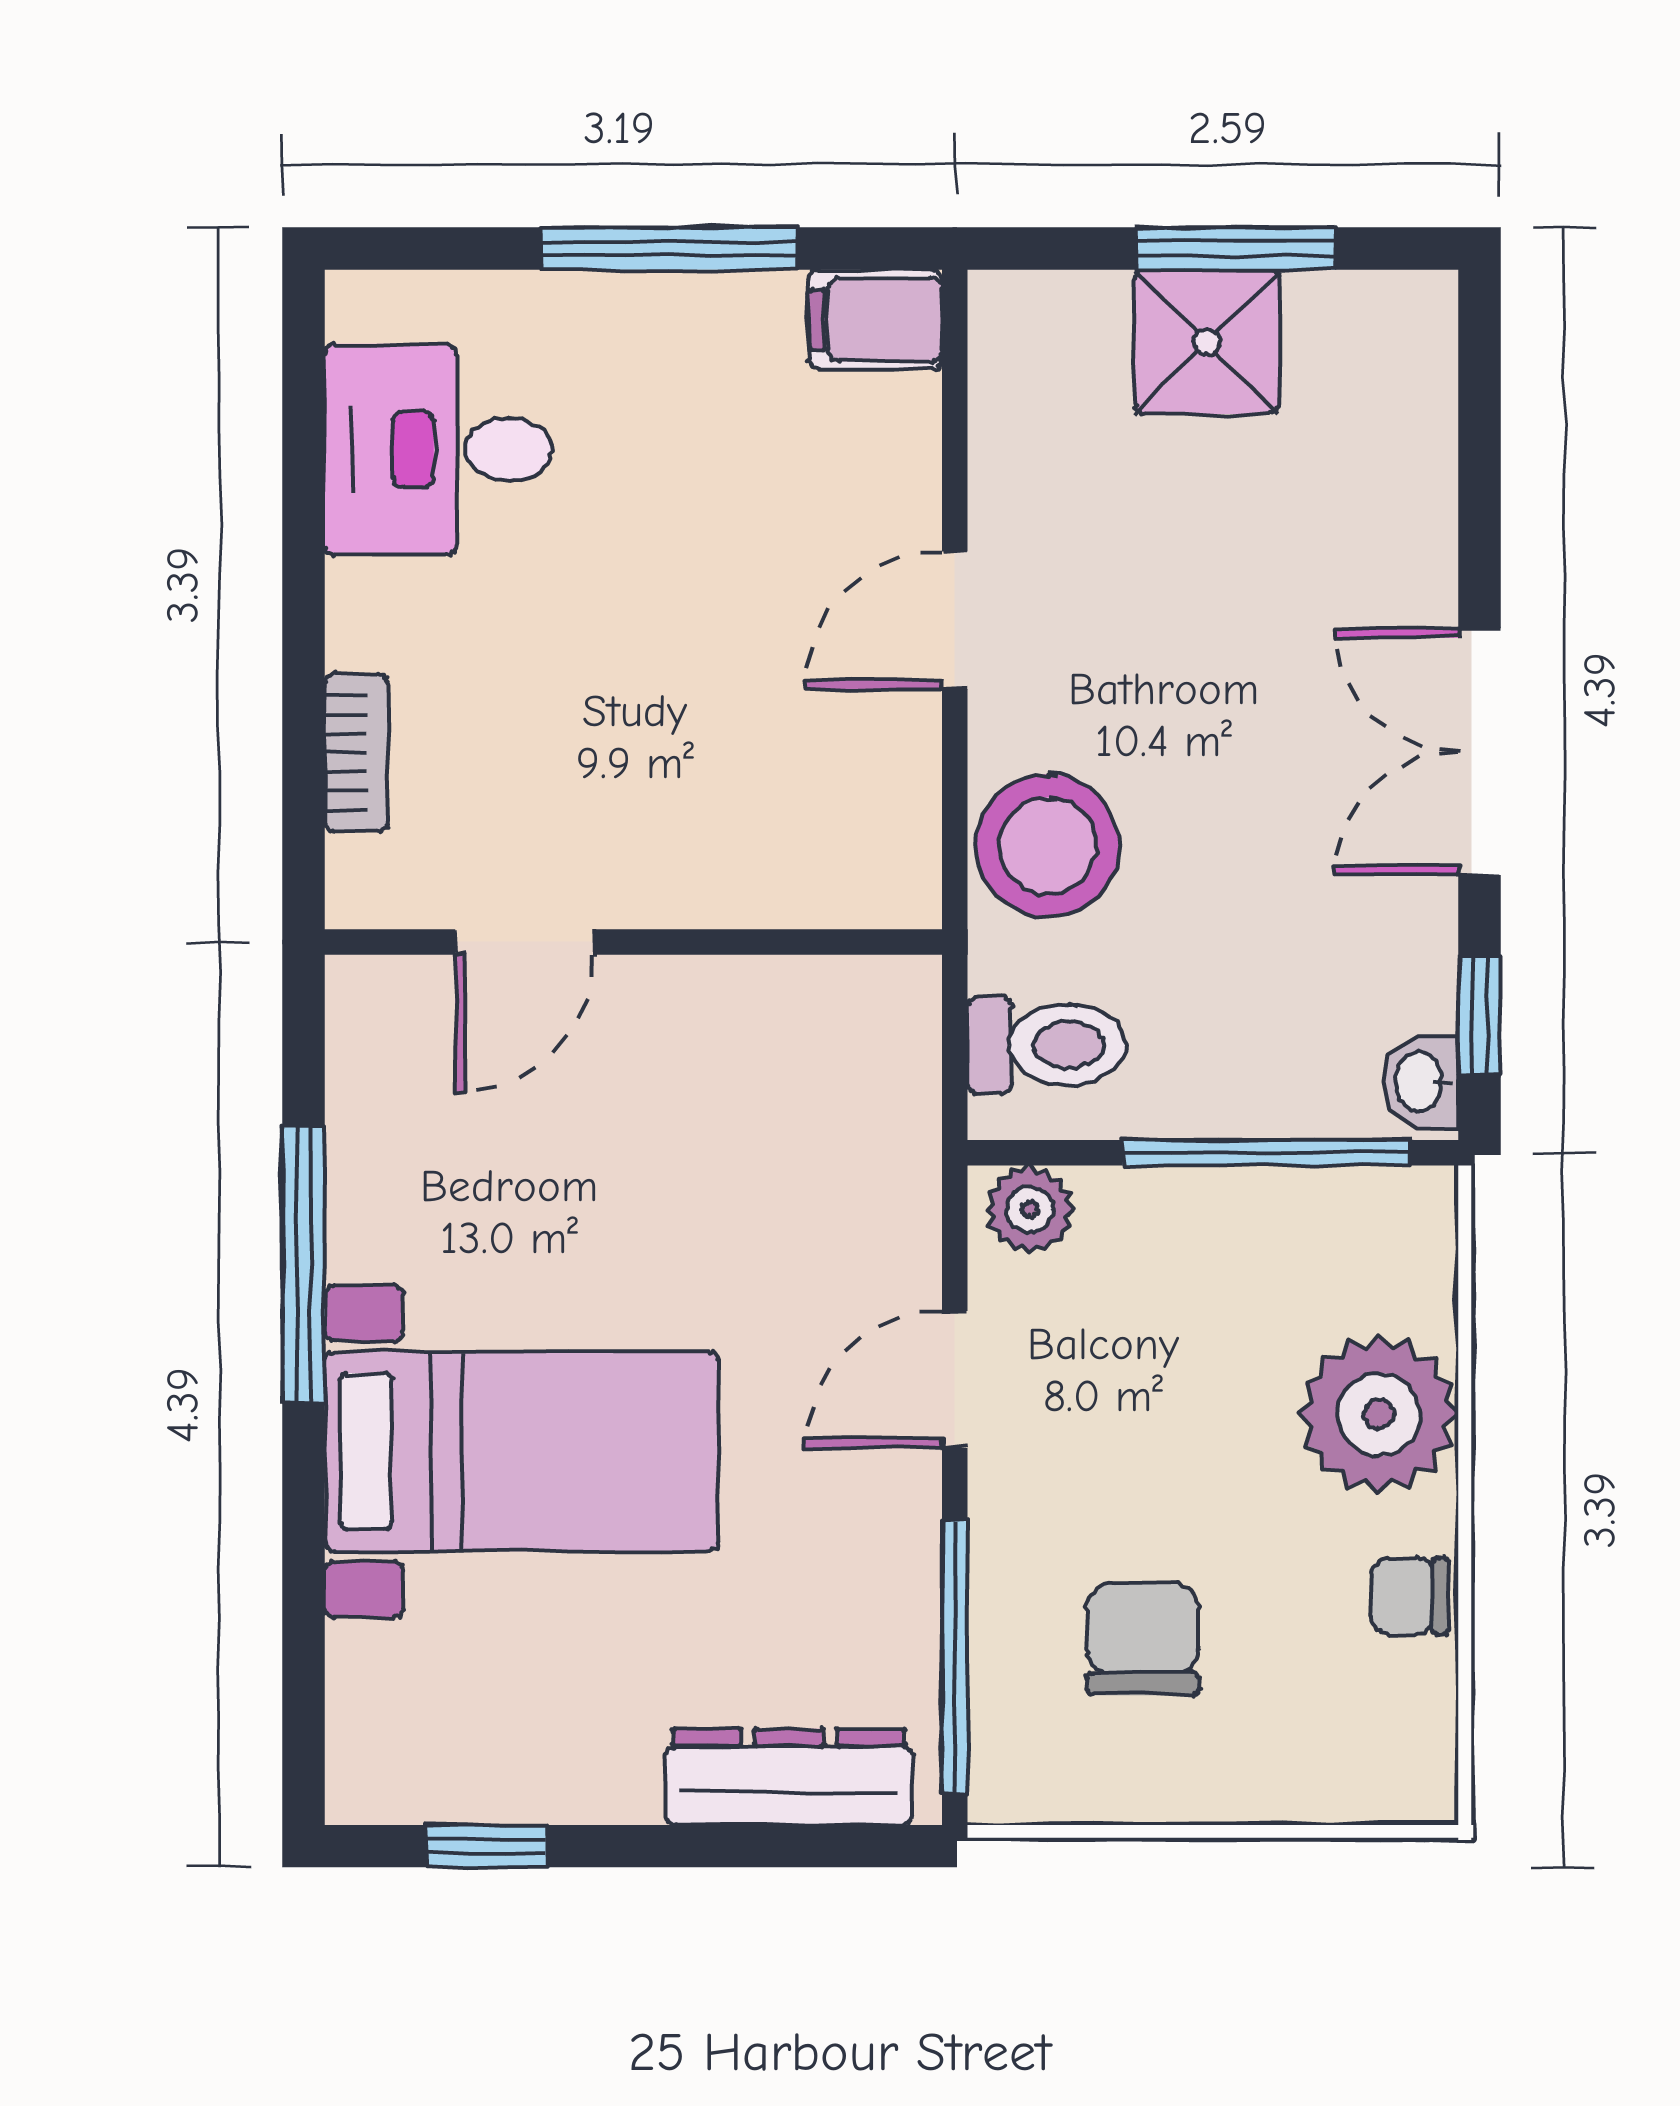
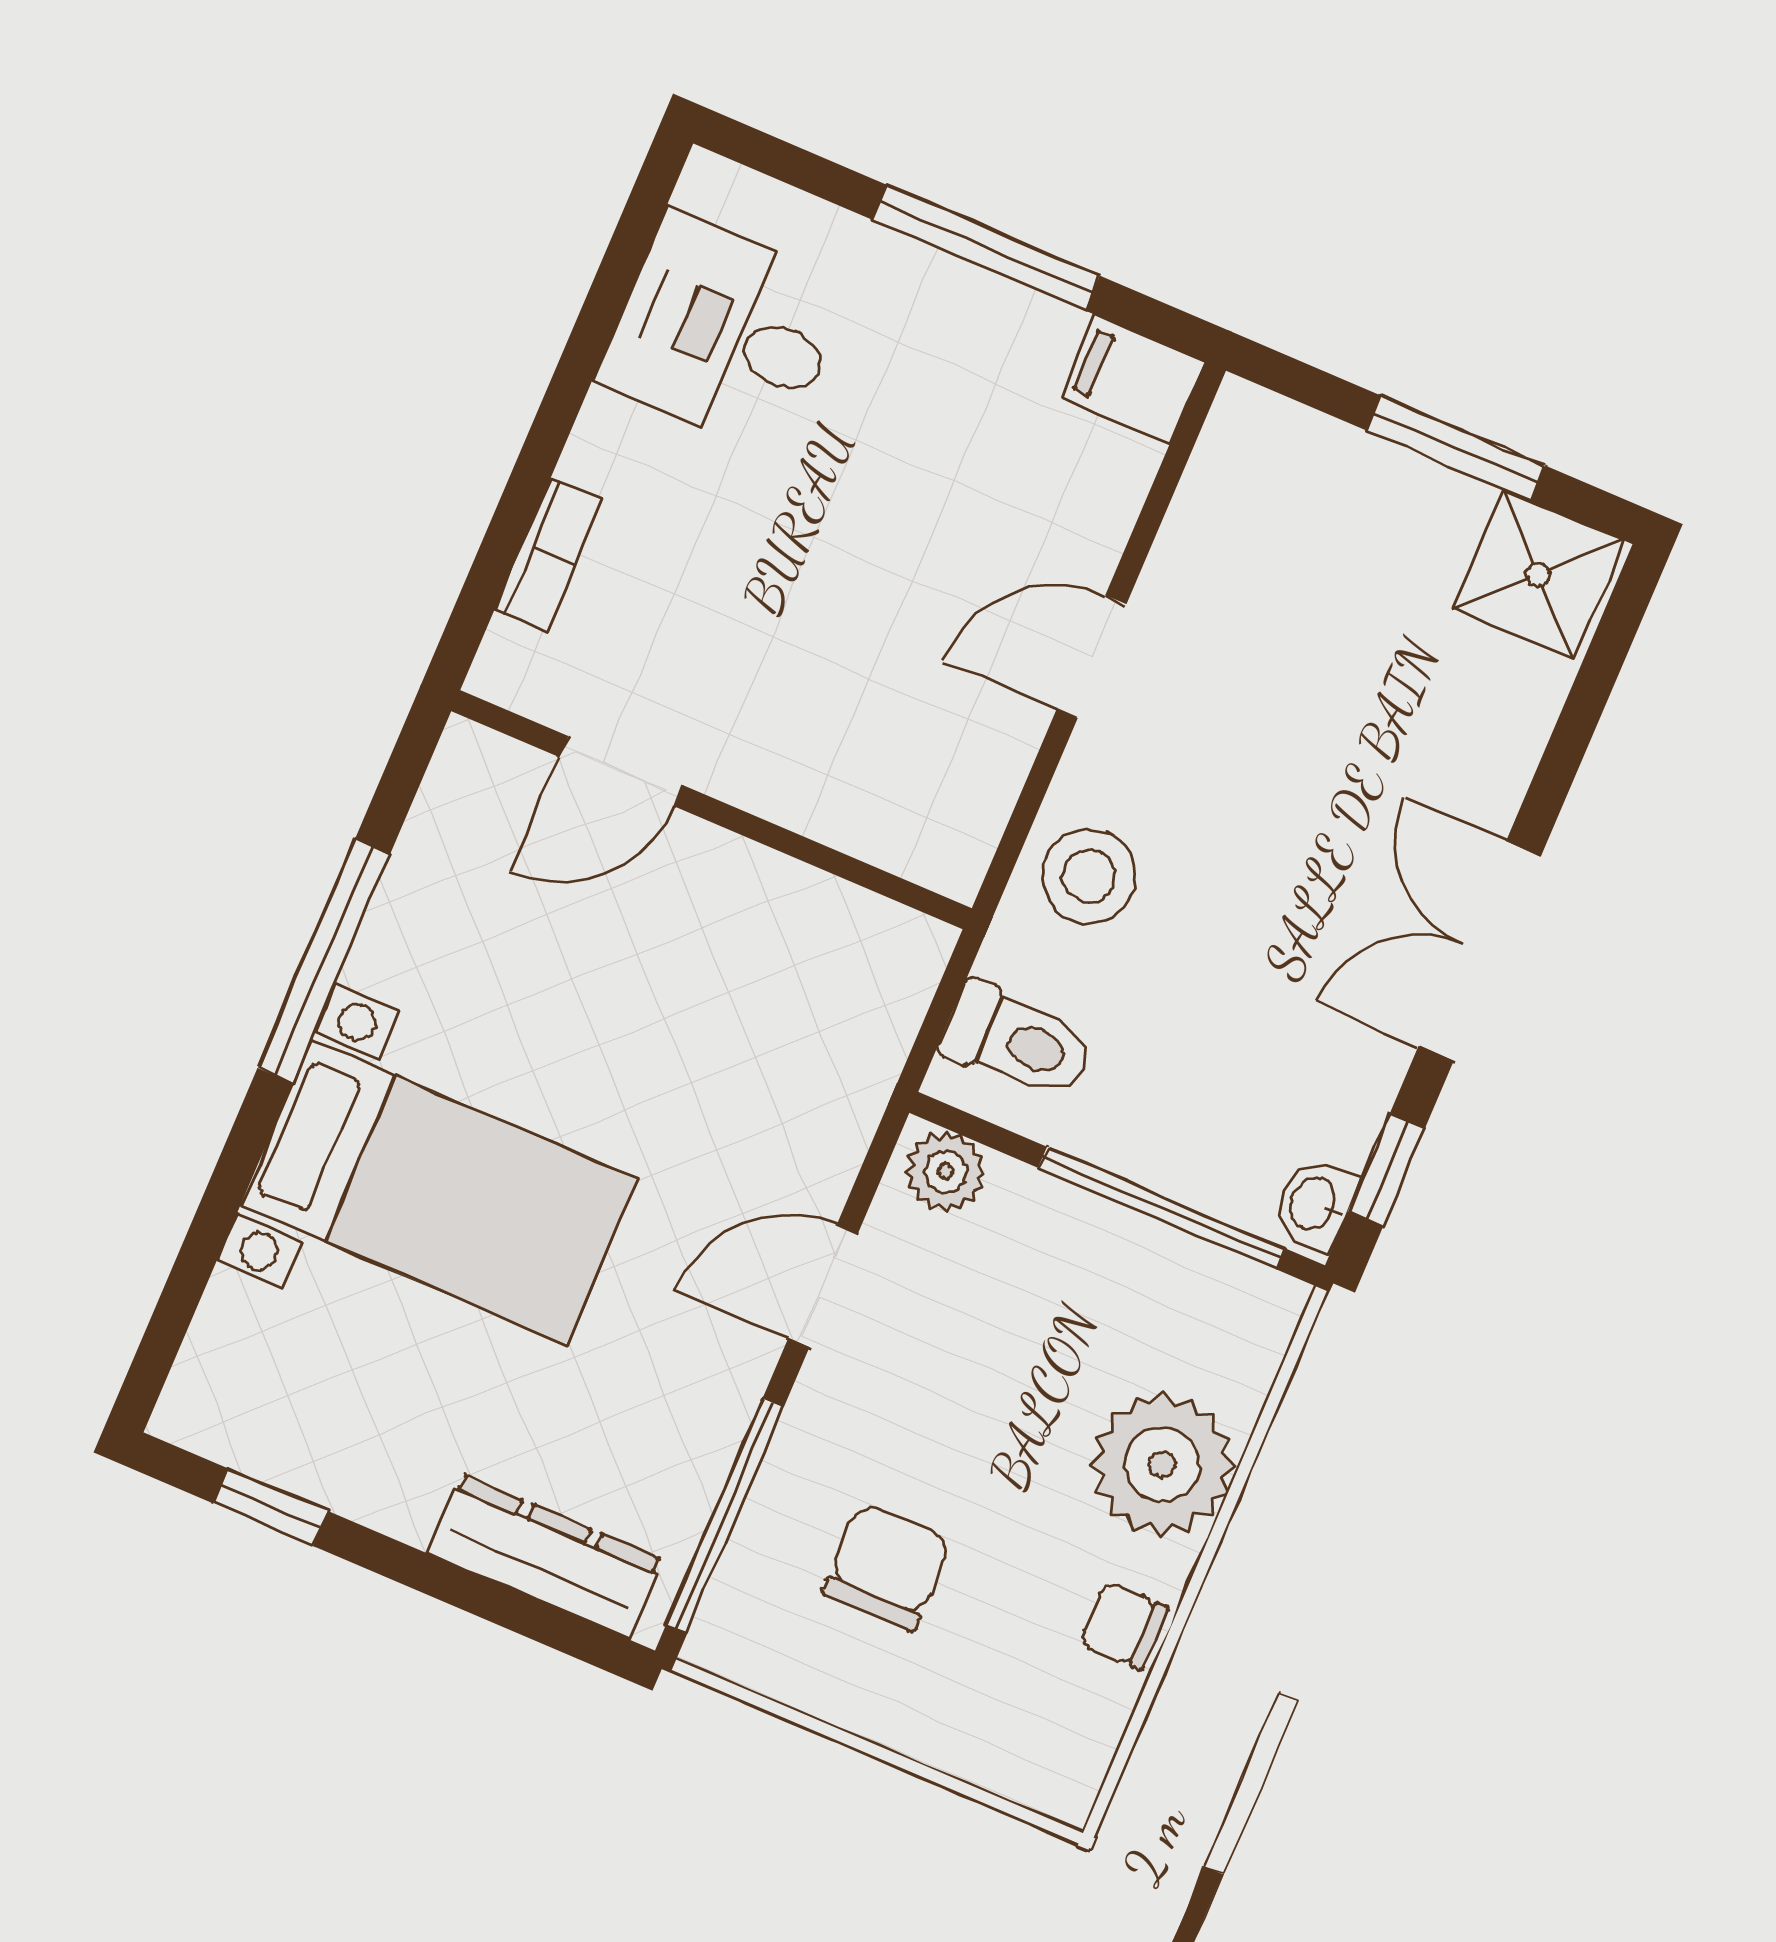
shower: (1207, 342) -> (1538, 574), moved
stool: (1048, 846) -> (1089, 876), width x0.73, depth x0.73

